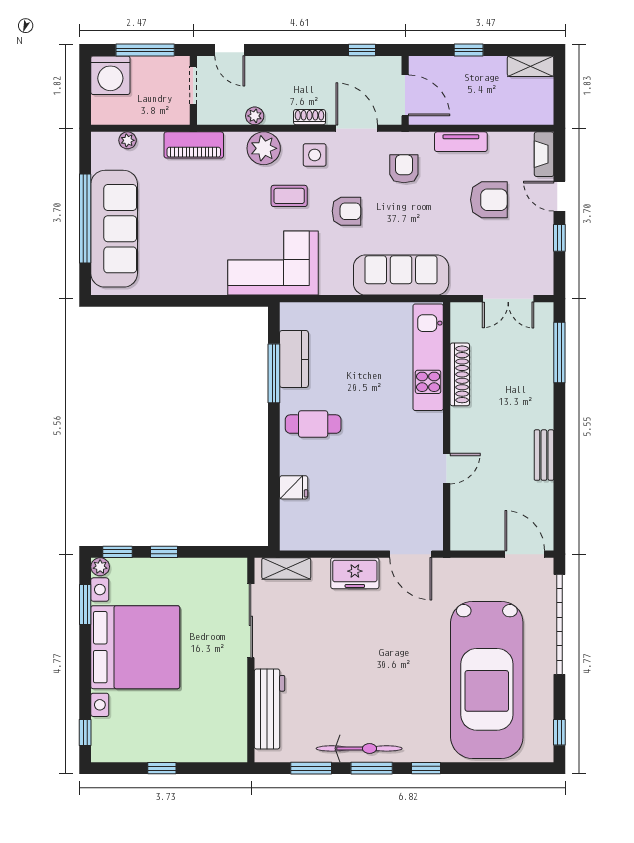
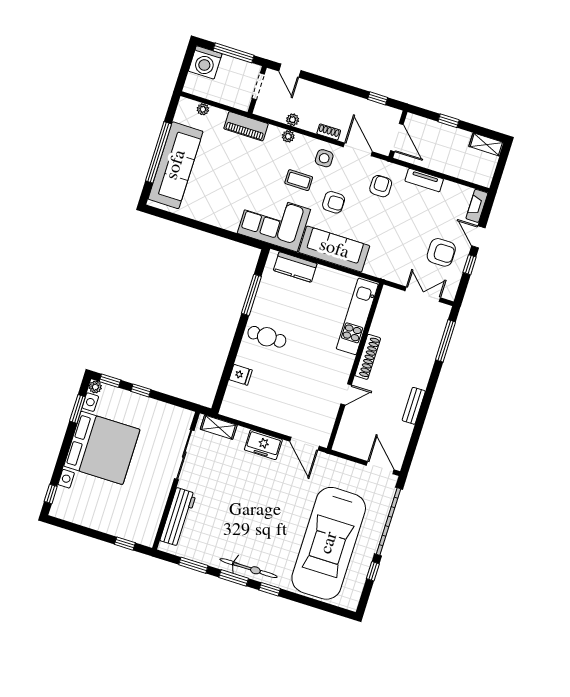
plant: (264, 148) -> (288, 136), width x0.53, depth x0.53
armchair: (489, 200) -> (441, 252), moved
sofa: (401, 275) -> (334, 249), moved
double door: (508, 299) -> (423, 294), swing flipped
kitchen counter: (294, 359) -> (295, 267), moved, turned 90
shoe rack: (460, 374) -> (368, 357), moved
window: (559, 732) -> (373, 571), moved
bicycle: (359, 748) -> (249, 568), moved
window: (162, 768) -> (125, 544), moved

